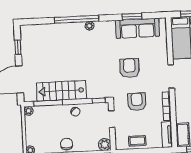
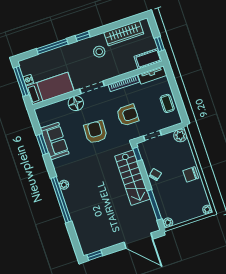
sofa: (138, 28) -> (55, 141), width x0.73
window: (18, 47) -> (95, 255), moved
floor lamp: (161, 58) -> (76, 103), added
armchair: (129, 68) -> (95, 132), turned 93
stairs: (61, 91) -> (132, 178), moved
armchair: (137, 102) -> (128, 115), turned 180

